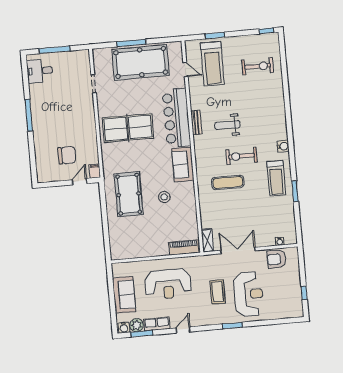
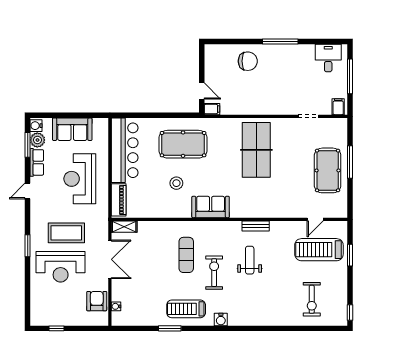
filing cabinet: (83, 58) -> (338, 107), added
pool table: (141, 62) -> (328, 170), width x0.73, depth x0.76
bar counter: (176, 118) -> (125, 150), moved, turned 90
chair: (67, 155) -> (248, 61), moved, turned -90
coffee table: (218, 292) -> (66, 233), width x1.36, depth x1.32
door: (183, 330) -> (28, 191), swing flipped

